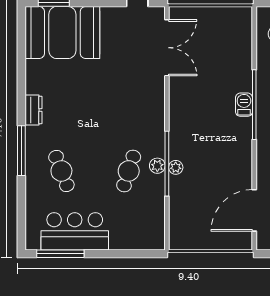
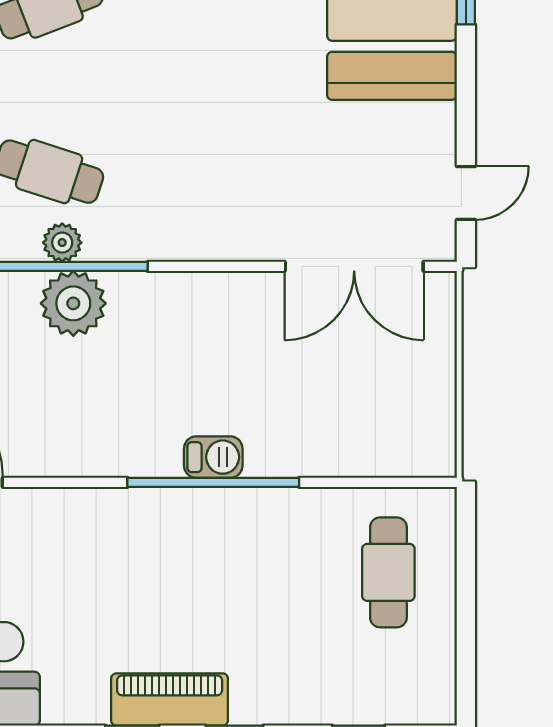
plant: (176, 167) -> (73, 303), width x1.88, depth x1.88

